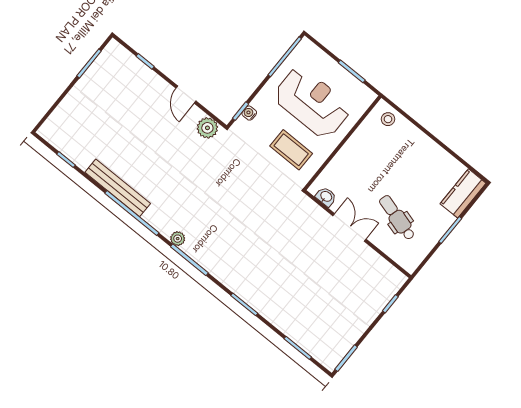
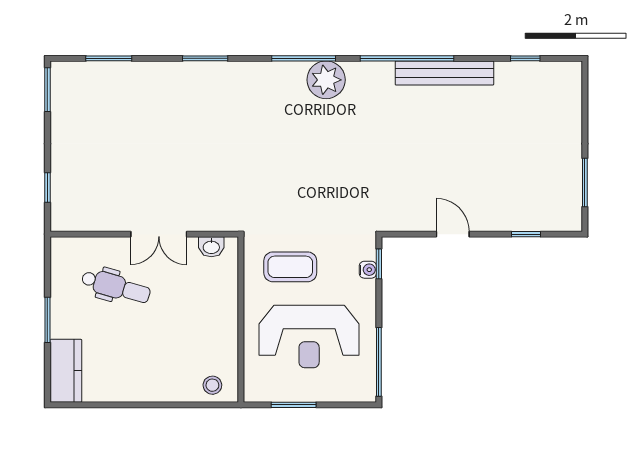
plant: (207, 128) -> (400, 217), removed
plant: (178, 239) -> (326, 80), width x1.88, depth x1.88

